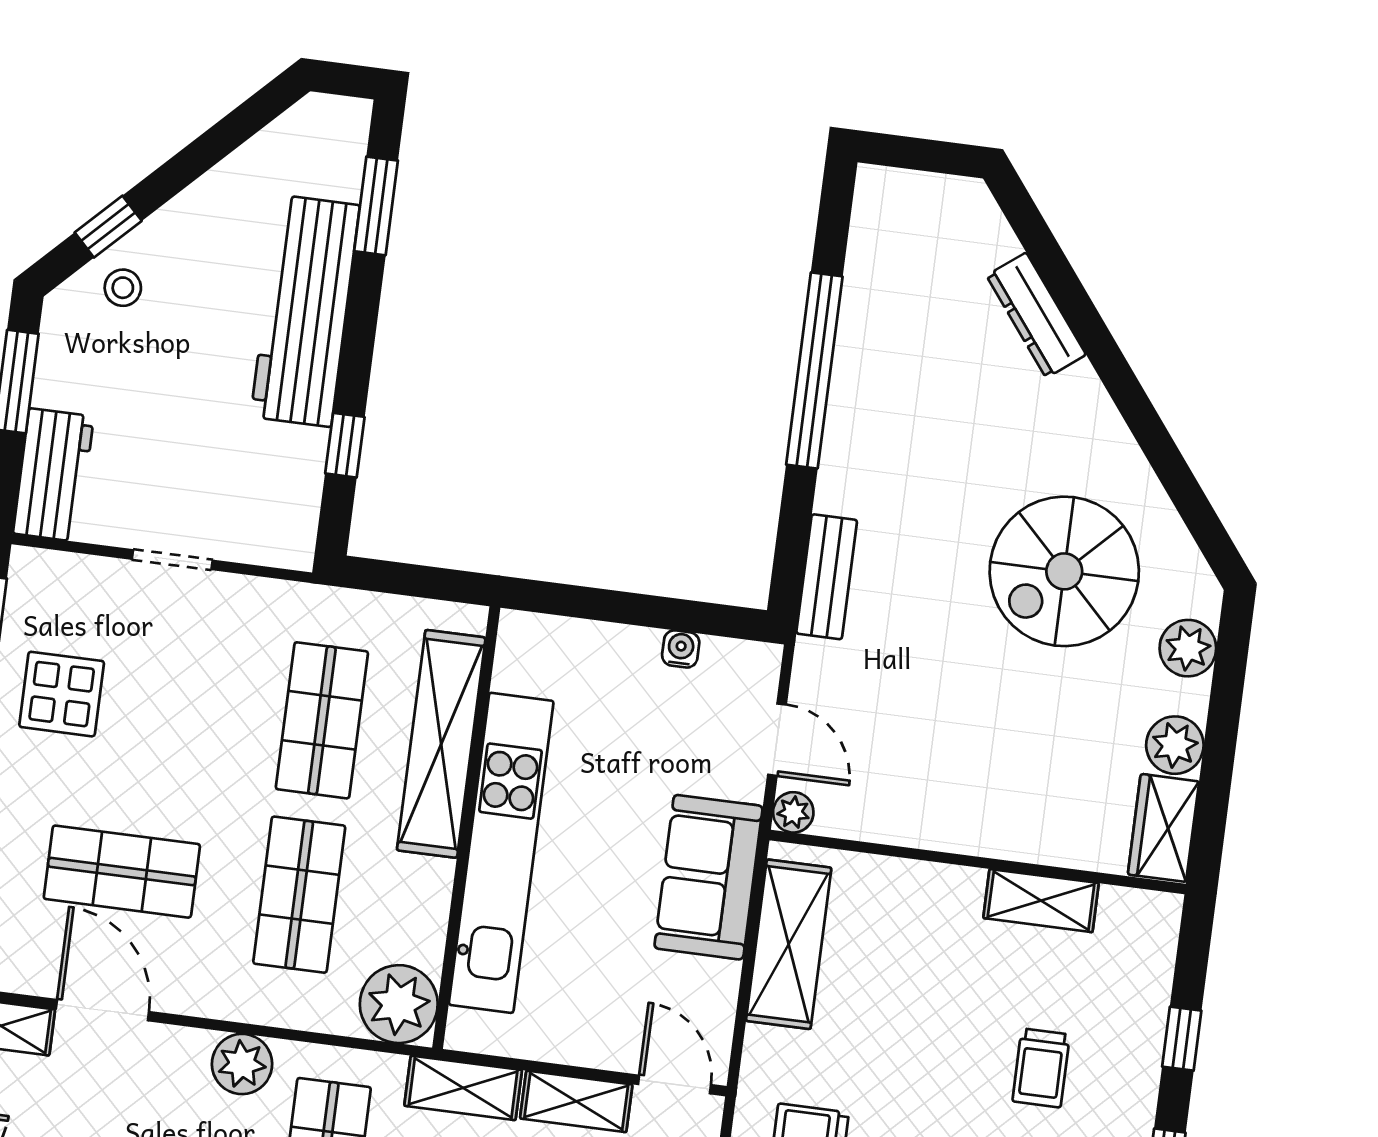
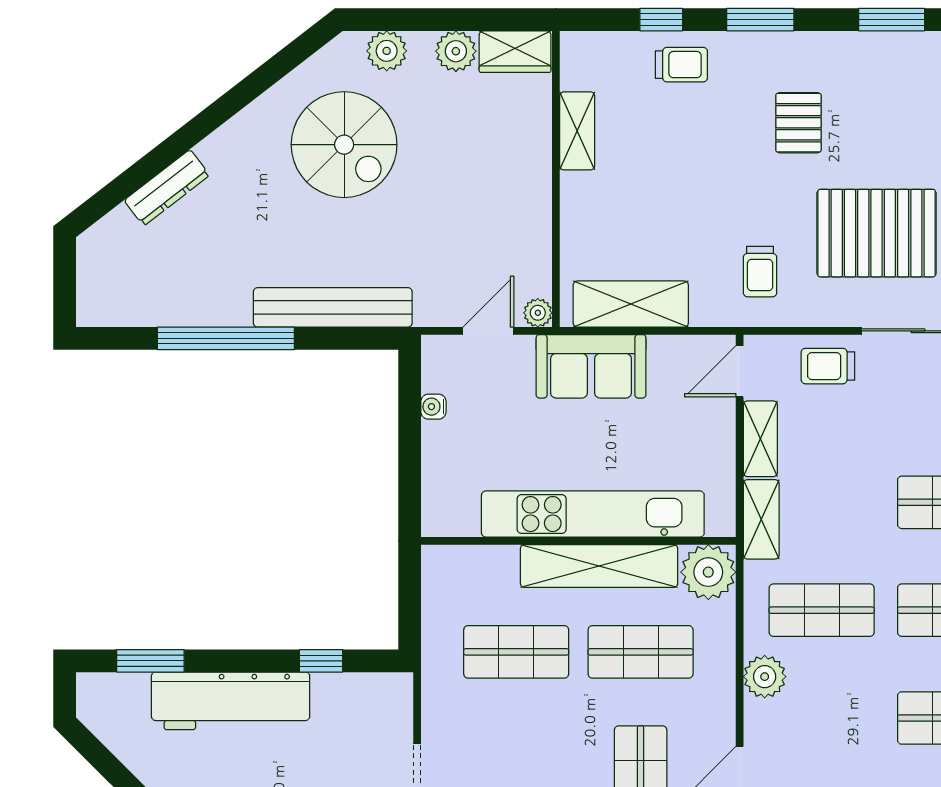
bench: (827, 577) -> (333, 307), width x1.86, depth x1.21
shelving: (441, 744) -> (599, 566), moved
trolley: (1041, 1068) -> (681, 65), moved

